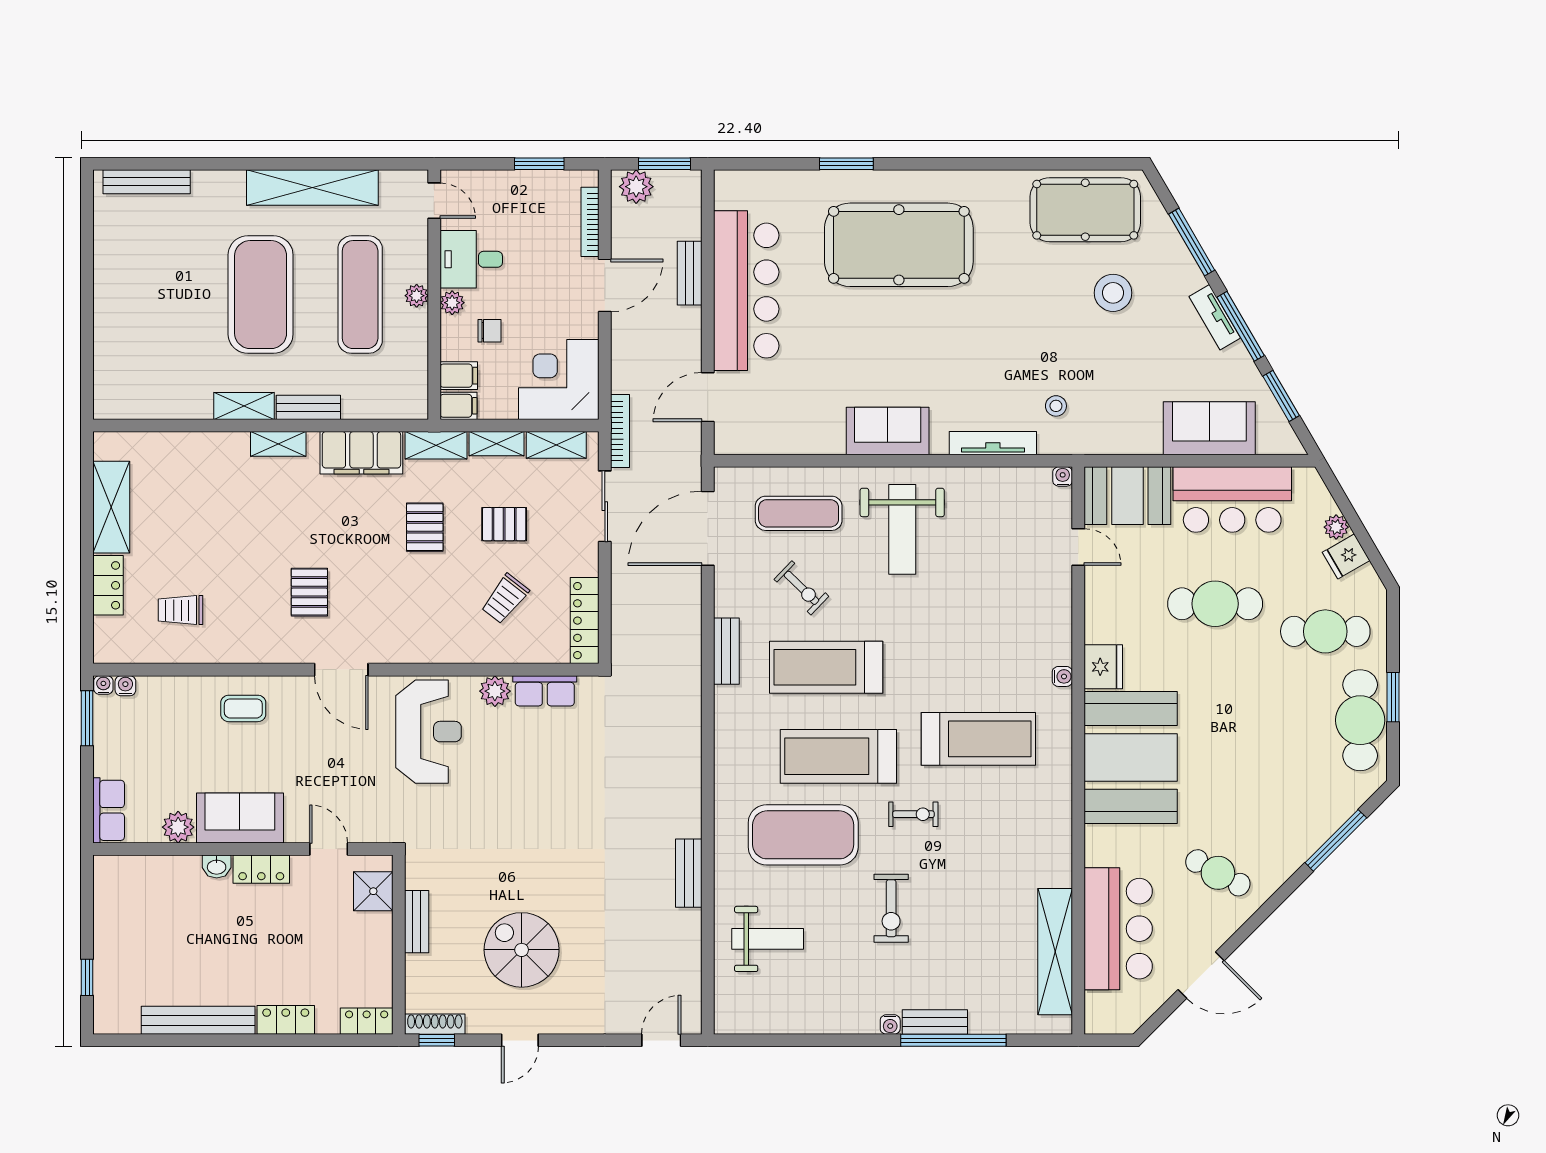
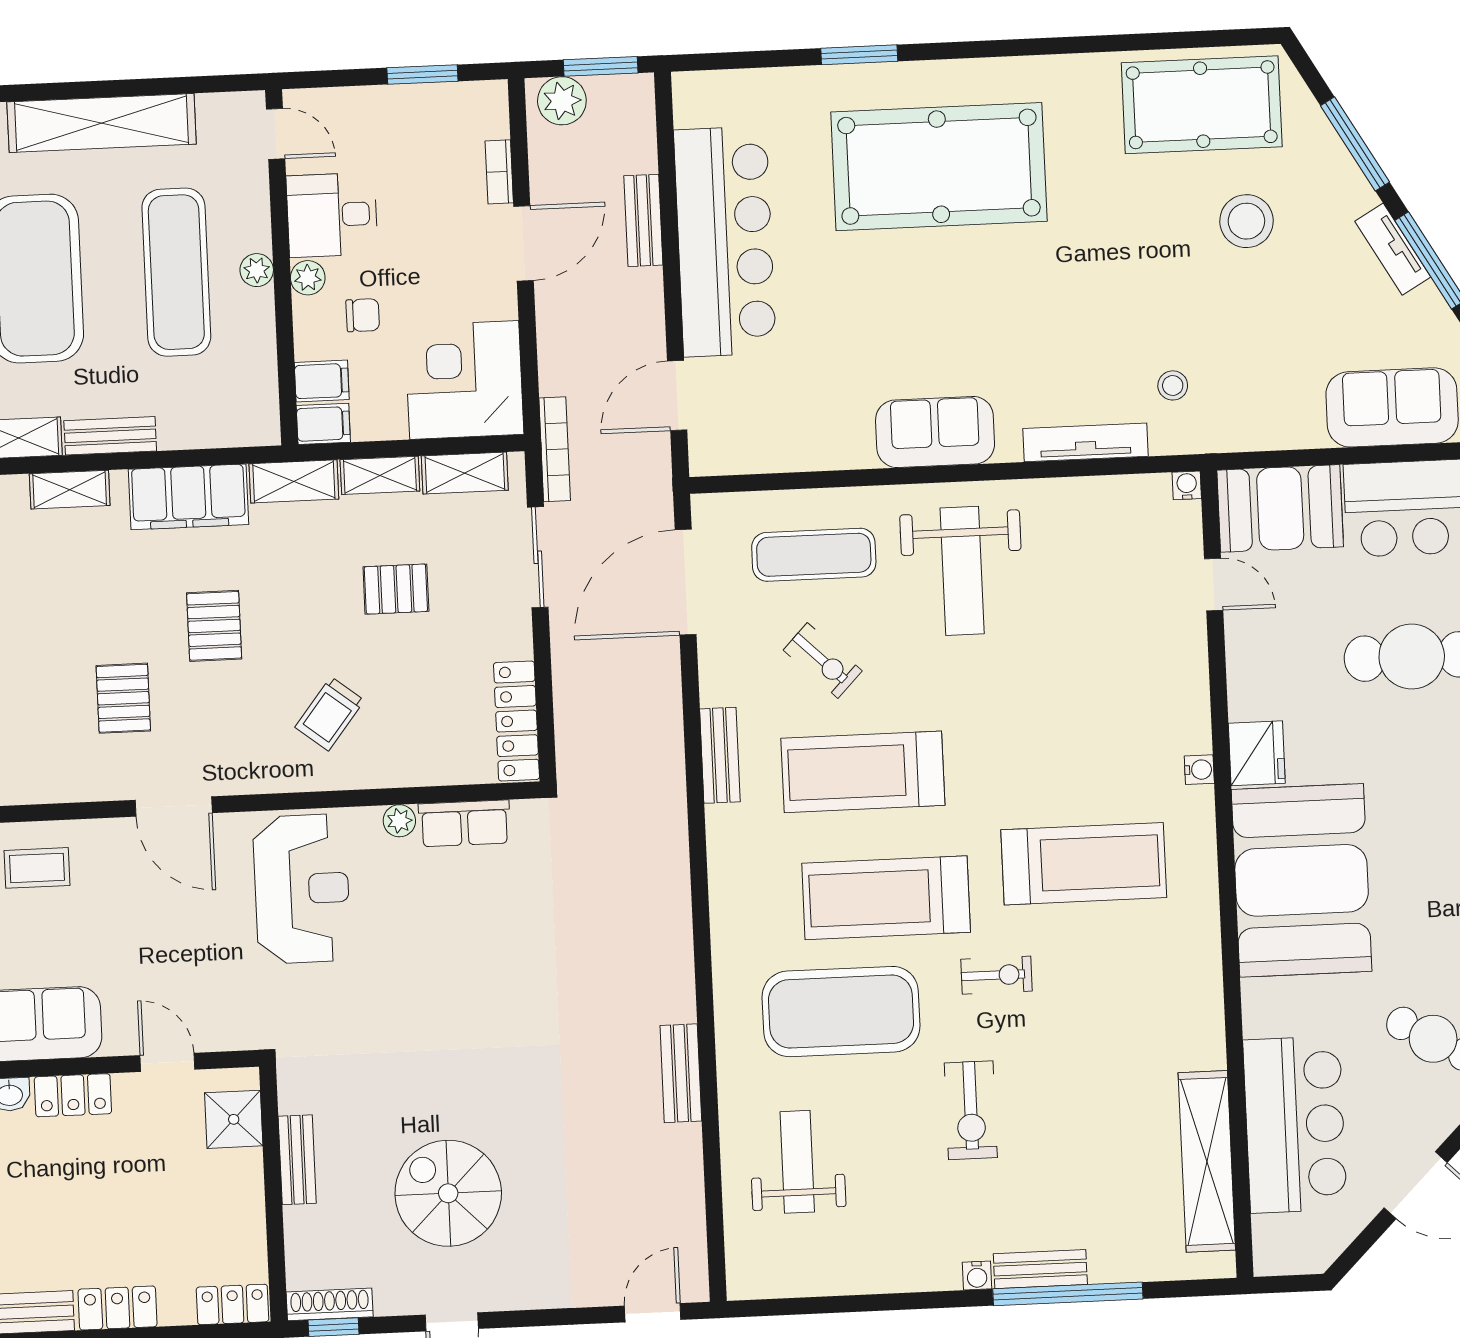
bookcase: (590, 222) -> (499, 172), width x0.64
pallet: (425, 527) -> (214, 626), moved
trolley: (505, 599) -> (330, 714), moved
plant: (495, 691) -> (399, 821), width x0.73, depth x0.73
weight bench: (768, 939) -> (797, 1162), turned -90

